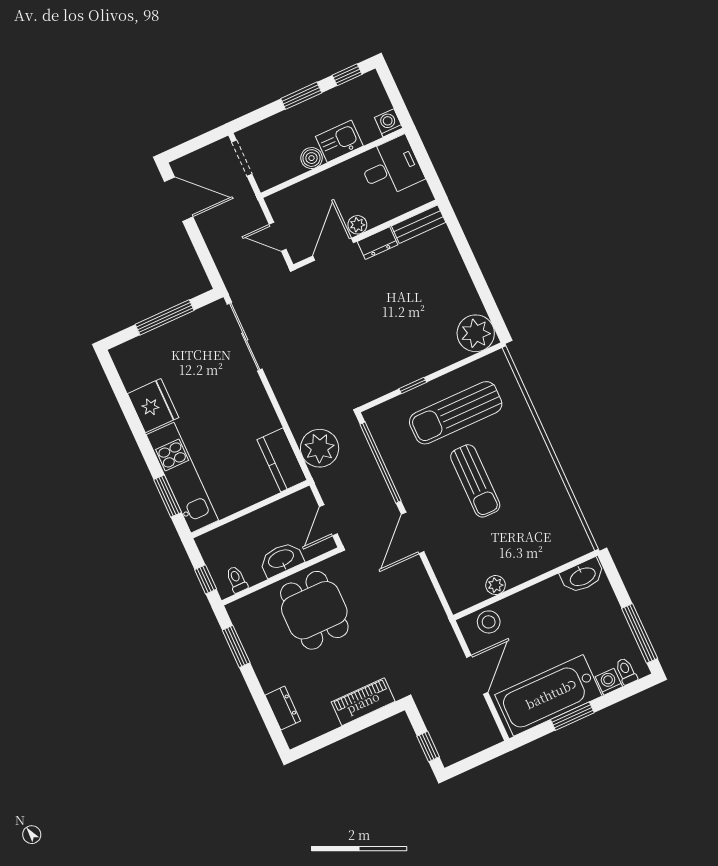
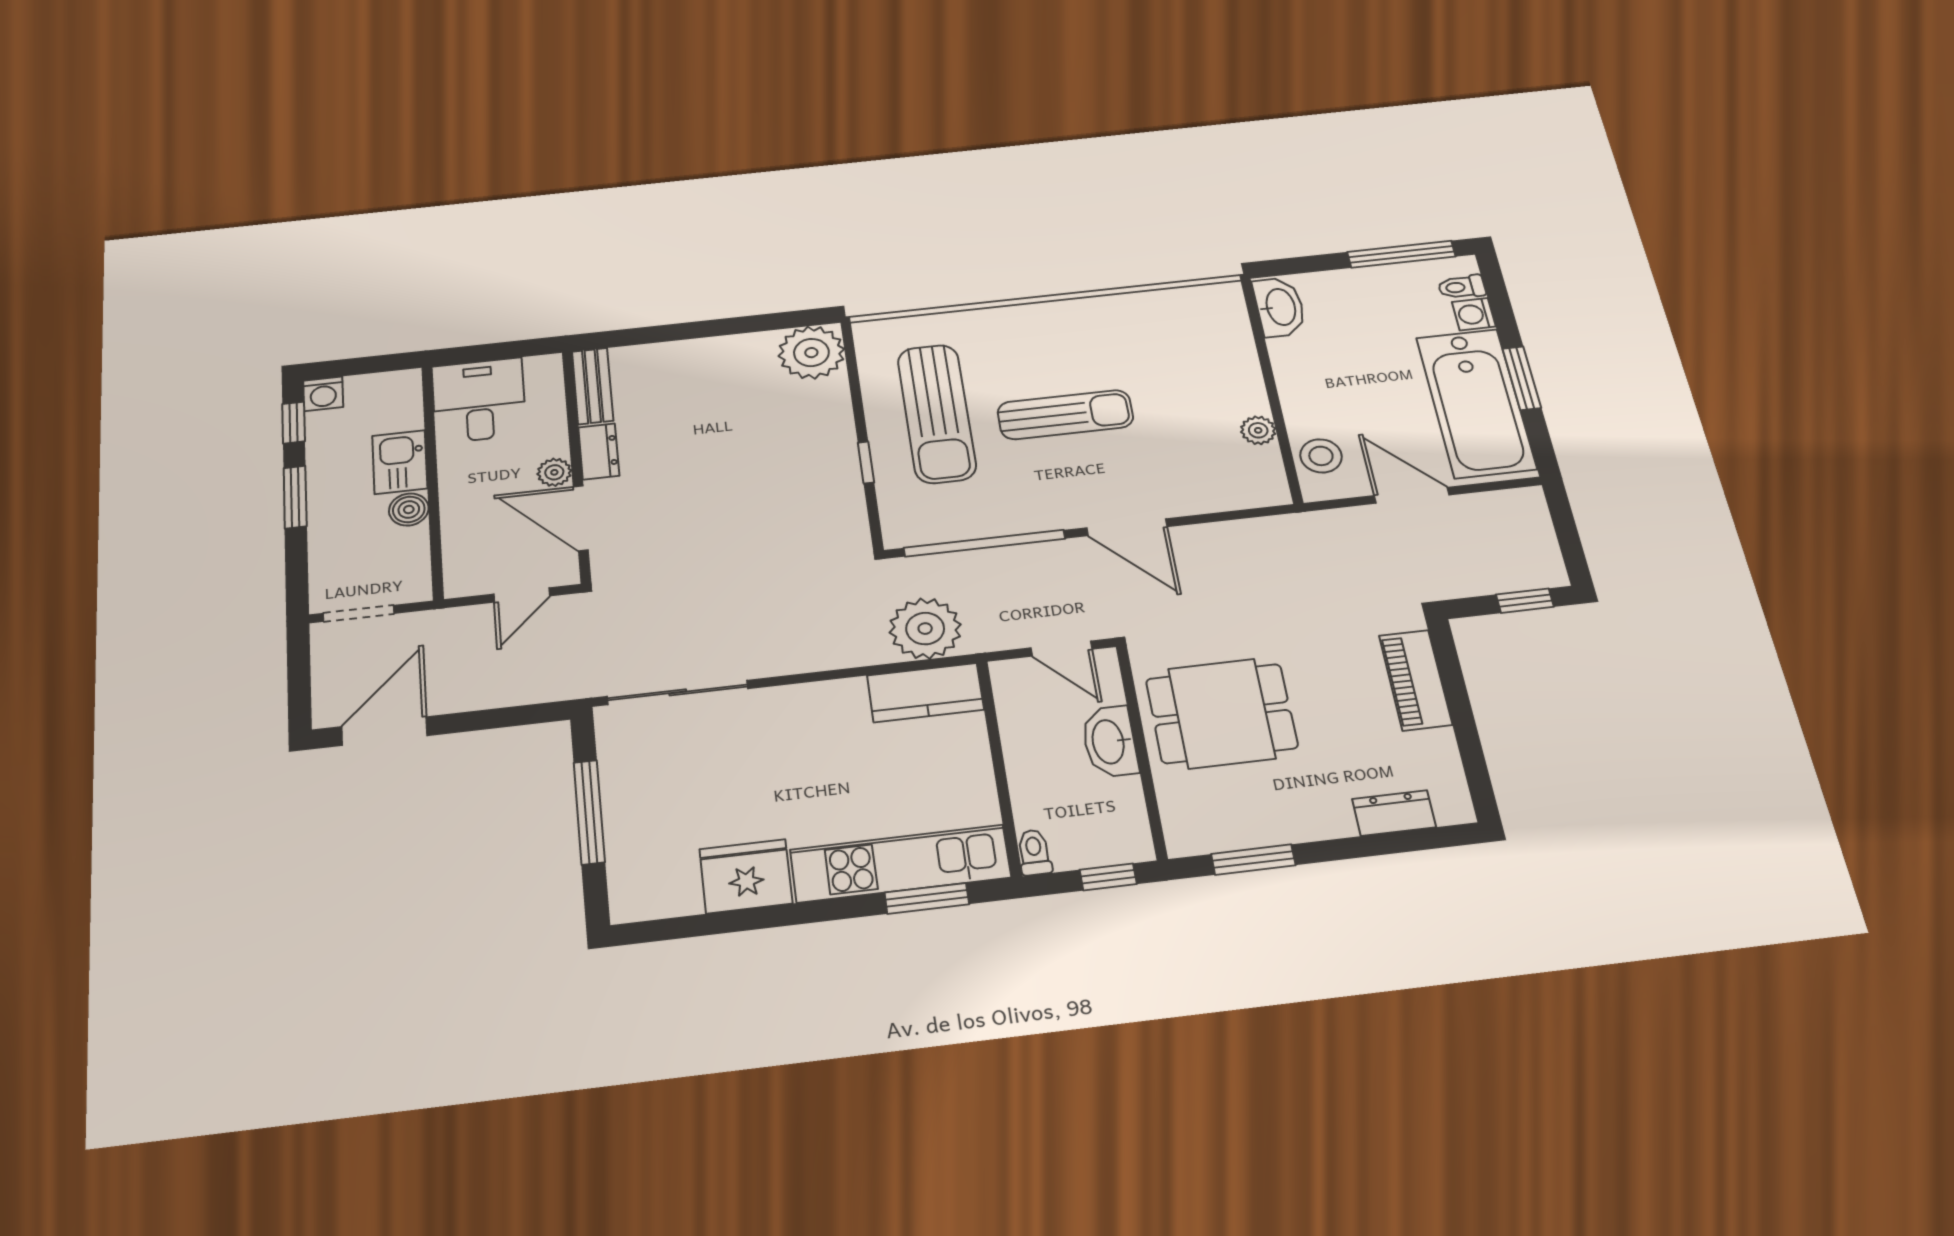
washing machine: (389, 123) -> (323, 394), moved, turned -90
toilet: (237, 579) -> (1034, 852), moved, turned 90

